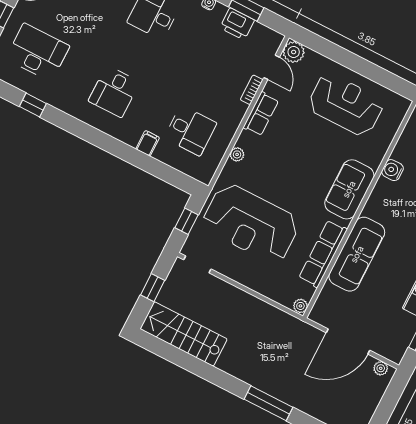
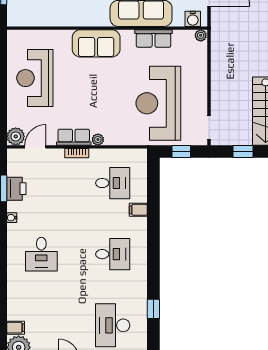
bookcase: (252, 90) -> (77, 153), moved
desk: (190, 130) -> (113, 183), turned 90
plant: (237, 154) -> (98, 140), moved
water cooler: (392, 170) -> (193, 19), moved
reception desk: (251, 223) -> (158, 103), turned 180
row of seats: (323, 254) -> (154, 39), width x0.68

